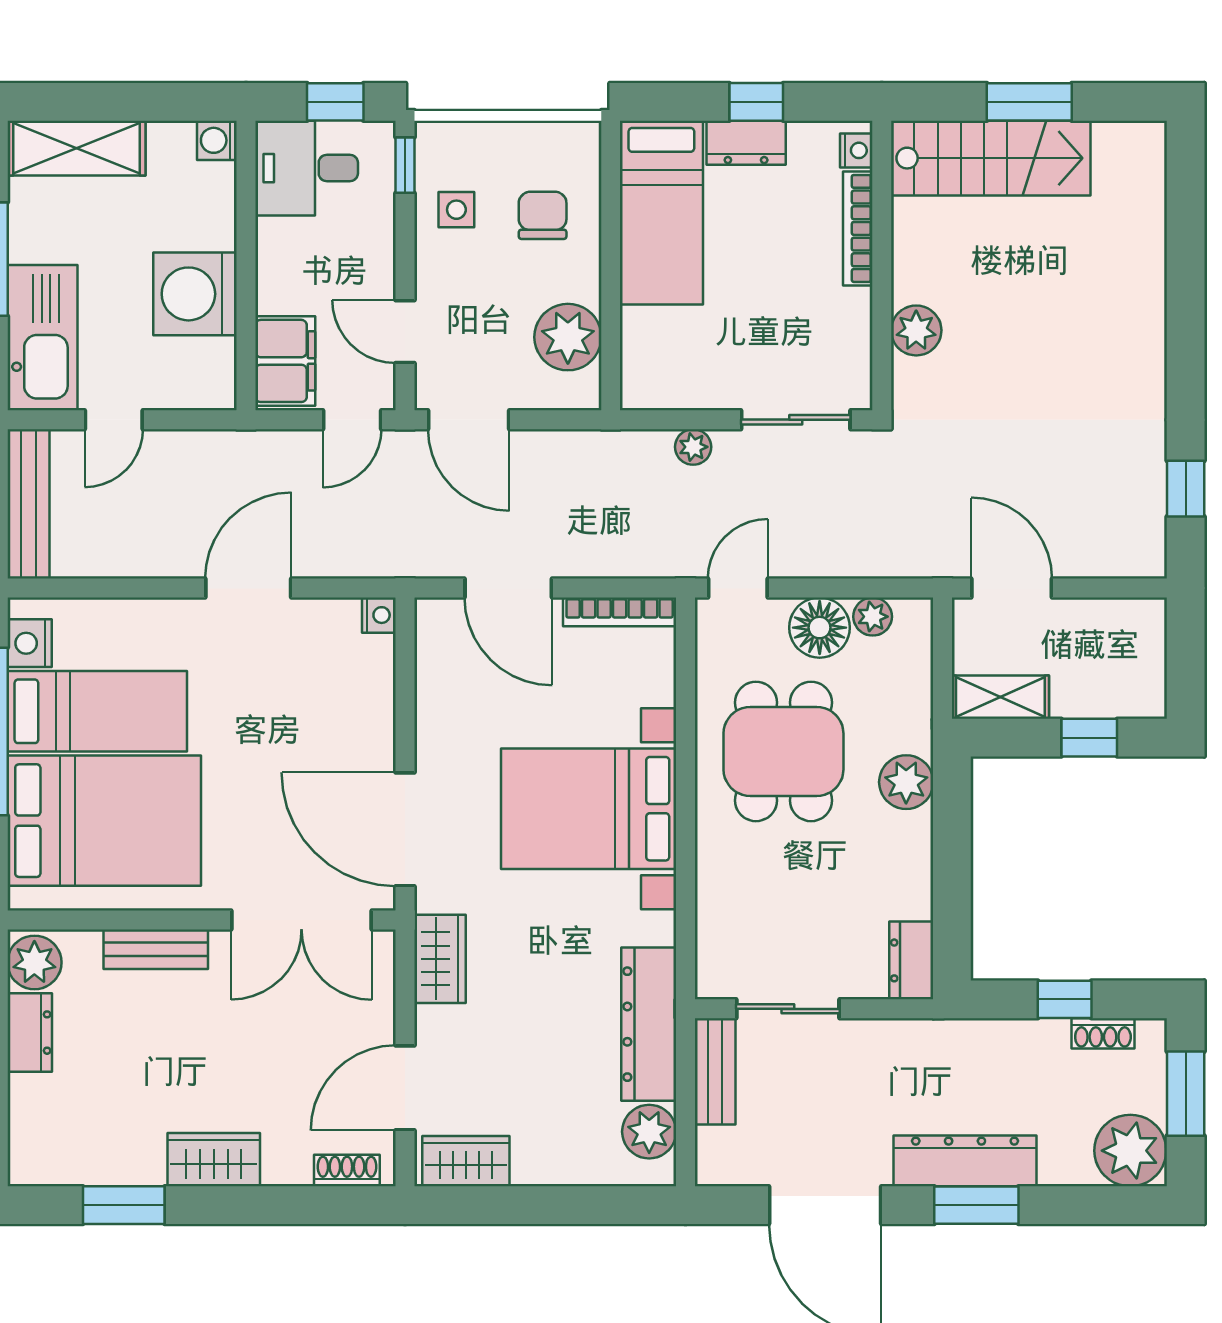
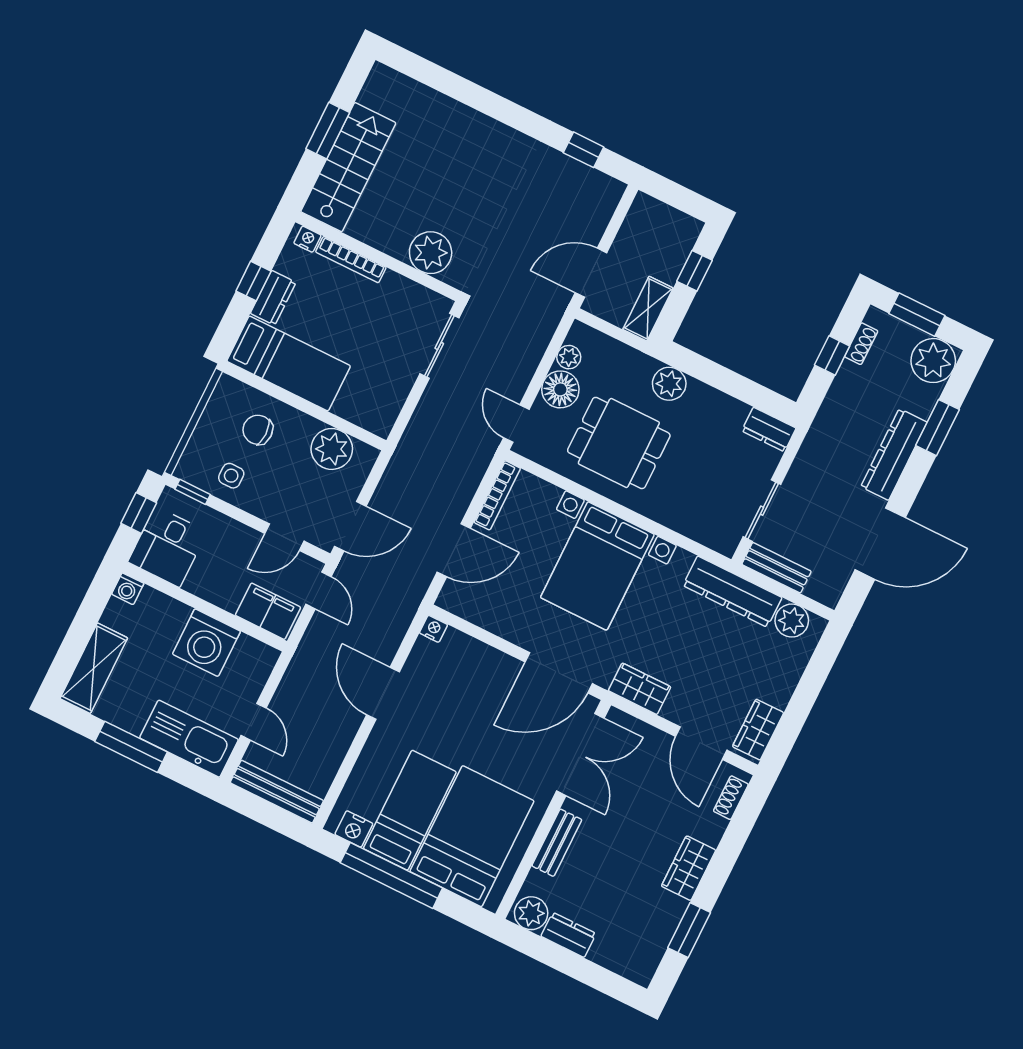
plant: (916, 330) -> (431, 253), width x1.36, depth x1.36
plant: (693, 447) -> (426, 410), removed
window: (976, 1205) -> (938, 428), moved

